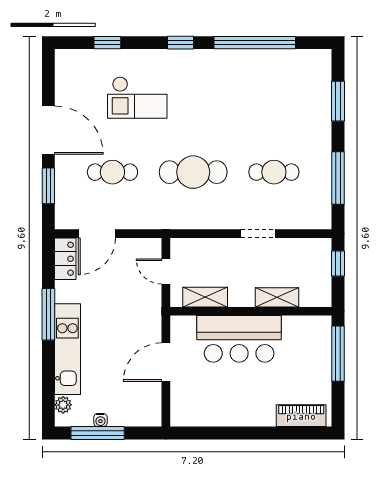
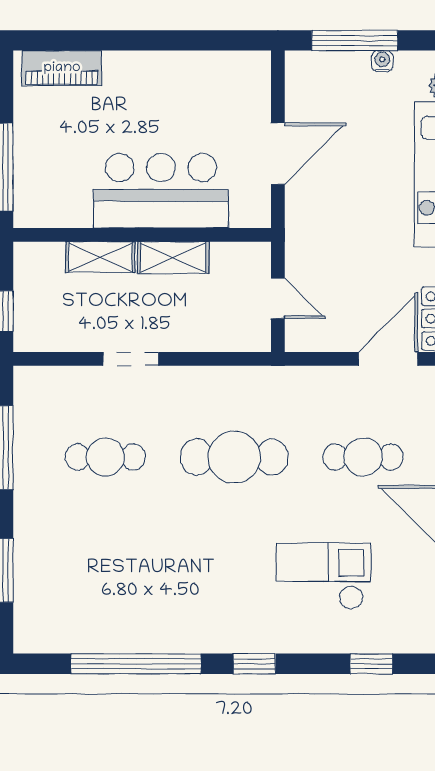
shelving: (205, 297) -> (173, 258), moved
window: (98, 433) -> (355, 40), moved

